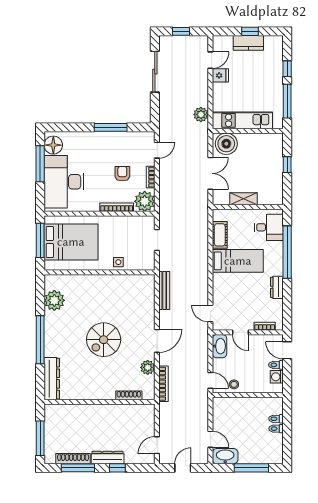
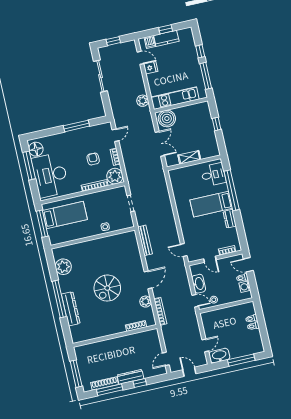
dishwasher: (226, 43) -> (150, 42), added
door: (210, 60) -> (140, 58), hinge flipped
cot: (220, 235) -> (177, 189), removed
bed: (71, 242) -> (65, 215), width x0.67
bed: (238, 261) -> (211, 204), moved, turned 180
washbasin: (220, 346) -> (199, 284), moved
dresser: (52, 379) -> (71, 309), moved
door: (210, 439) -> (205, 345), hinge flipped
door: (183, 468) -> (189, 372), hinge flipped

